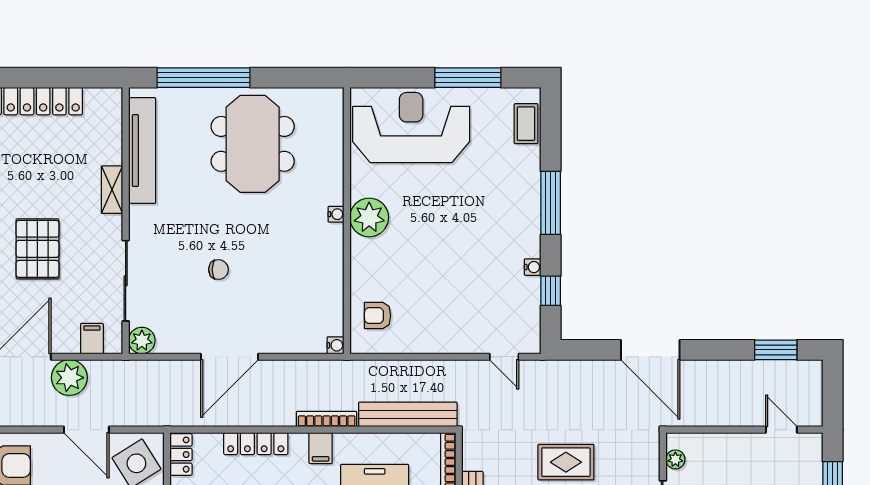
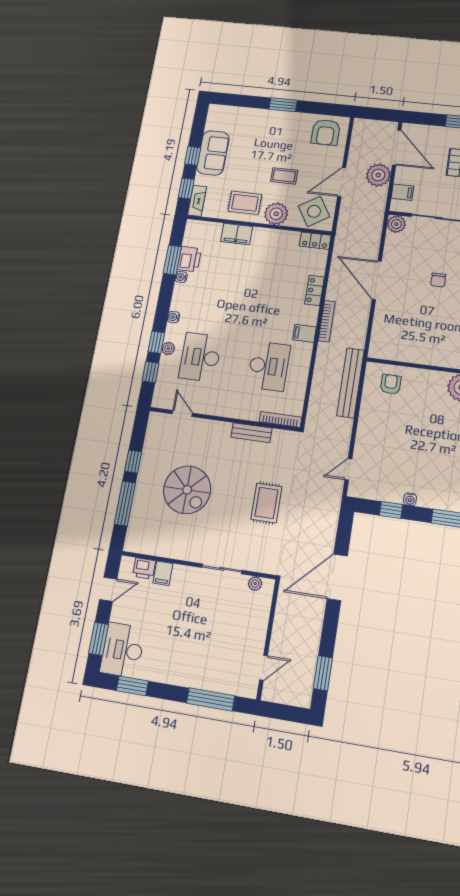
water cooler: (335, 345) -> (374, 352), removed
bench: (408, 414) -> (350, 383), moved
bookcase: (327, 419) -> (327, 321), moved
locker: (256, 444) -> (315, 290), width x0.66

